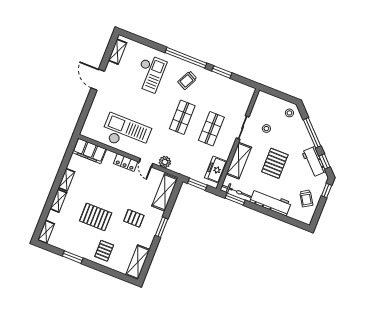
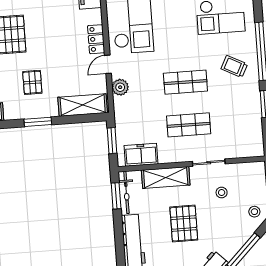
pallet: (275, 163) -> (184, 224), turned 90

